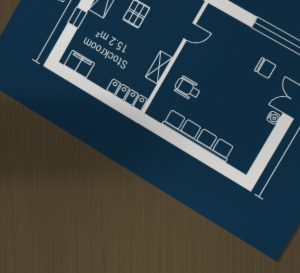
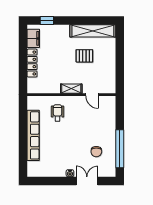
window: (77, 18) -> (47, 20), moved
shelving: (159, 67) -> (71, 89), moved
locker: (127, 95) -> (32, 63), moved

